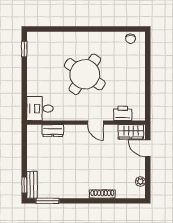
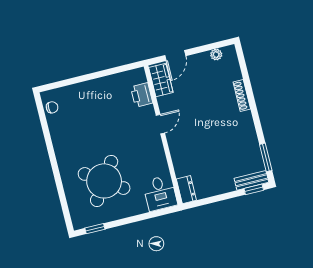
round table: (85, 74) -> (104, 181), moved
dresser: (53, 131) -> (186, 190), moved

